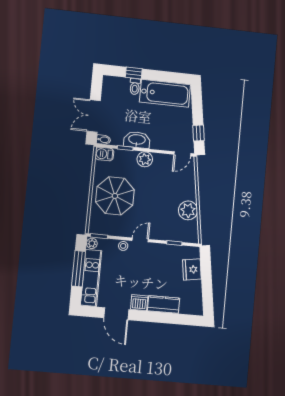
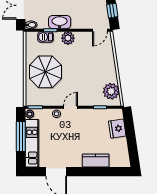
barbecue: (104, 154) -> (45, 37), moved
plant: (188, 210) -> (111, 91), moved
dishwasher: (139, 303) -> (75, 161), removed

